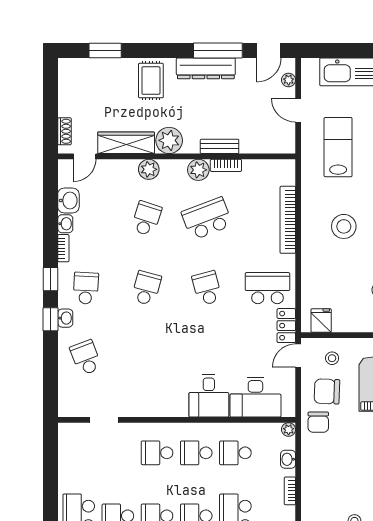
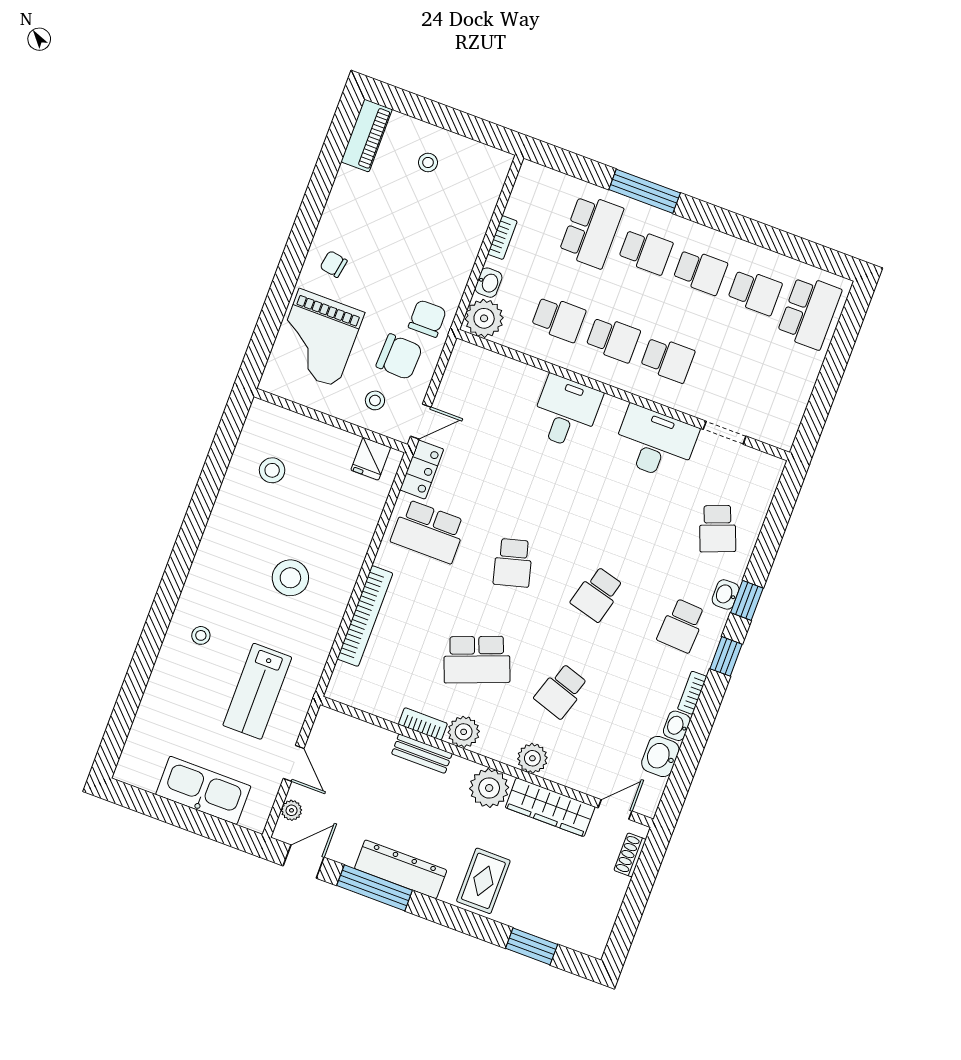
desk: (255, 397) -> (655, 443), moved
plant: (289, 430) -> (484, 318), width x1.88, depth x1.88

